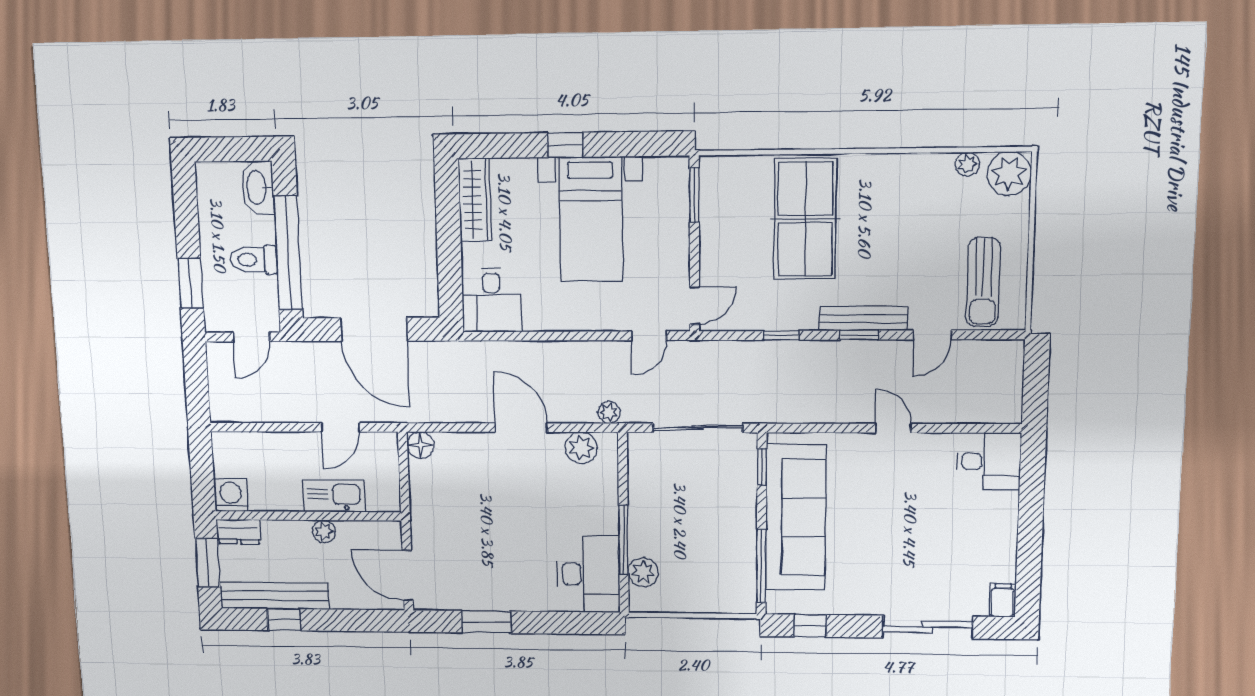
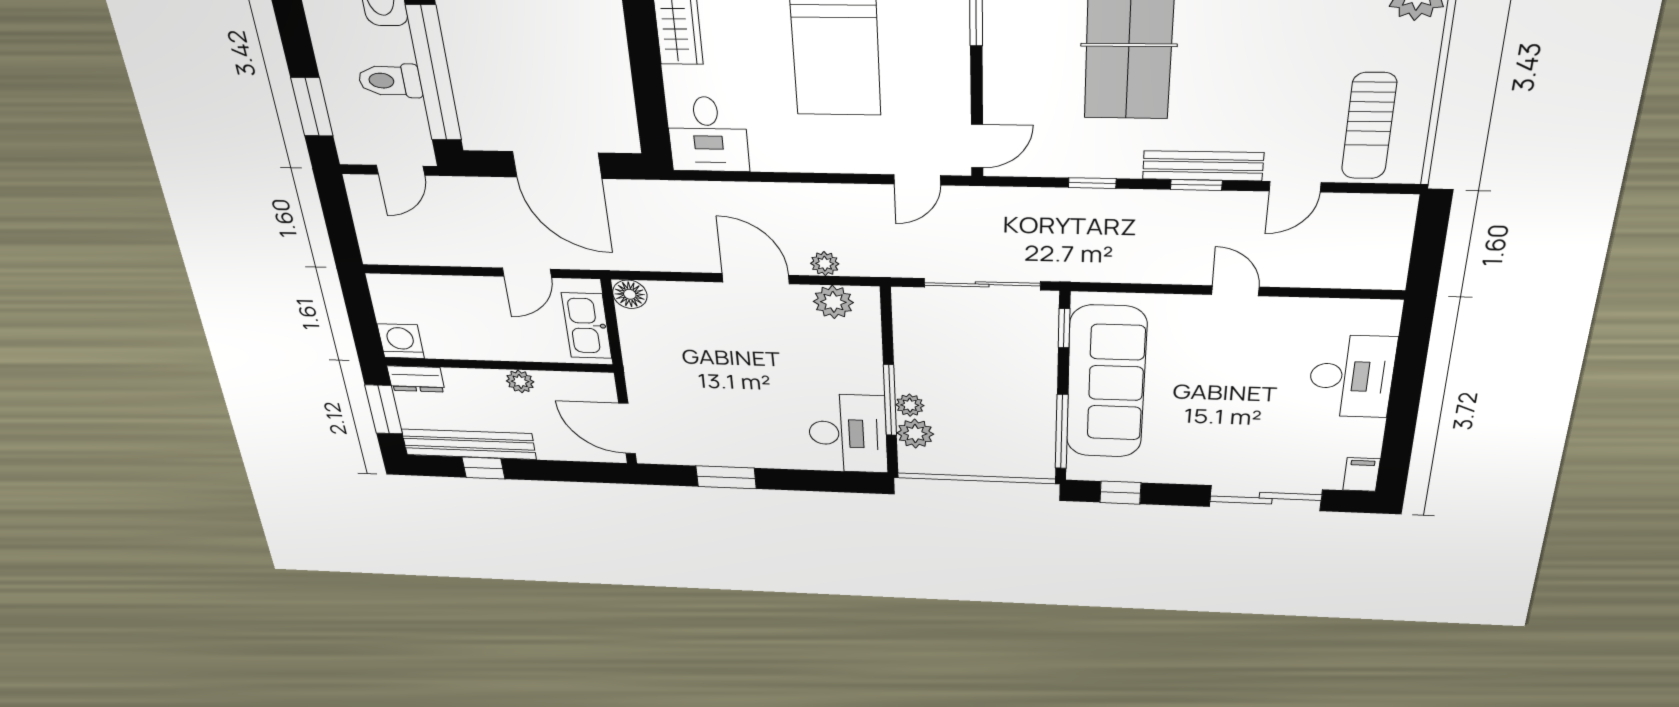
plant: (609, 412) -> (825, 264), moved
desk: (989, 461) -> (1351, 376), moved, width x1.37
kitchen sink: (334, 496) -> (587, 326), moved, turned -90
plant: (639, 544) -> (910, 405), added

